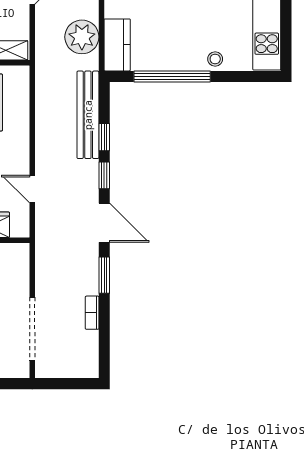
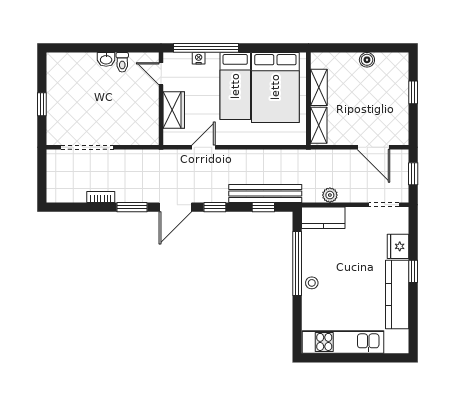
plant: (82, 37) -> (330, 195), width x0.53, depth x0.53
stool: (215, 59) -> (312, 283), moved
window: (104, 137) -> (263, 207), moved

